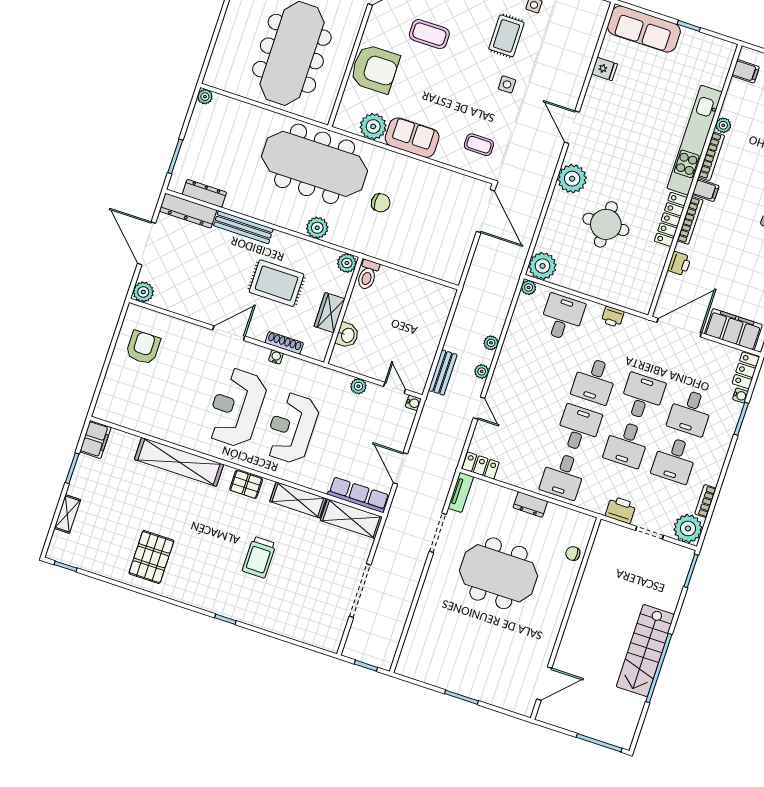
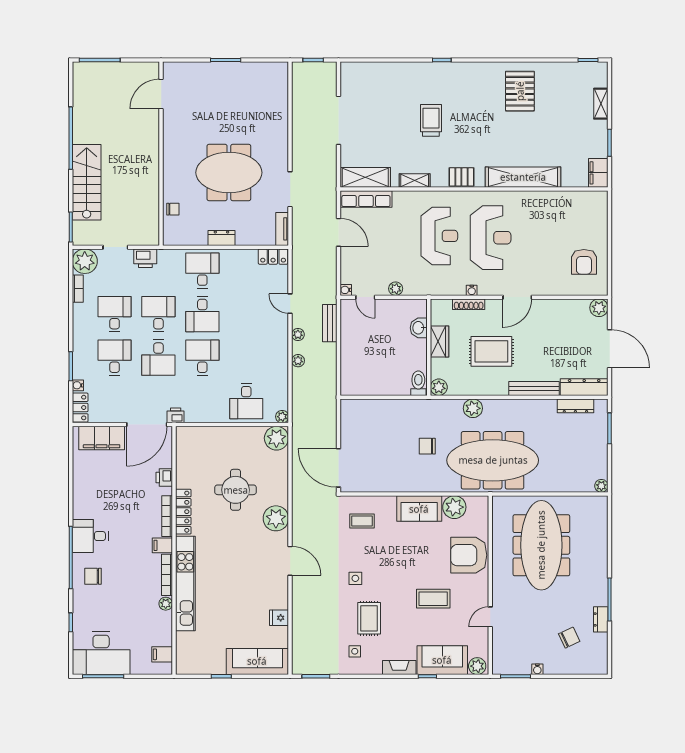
printer: (613, 317) -> (176, 415), moved
shelving: (298, 500) -> (415, 181), width x0.67, depth x0.75
stairs: (645, 651) -> (87, 182), moved

